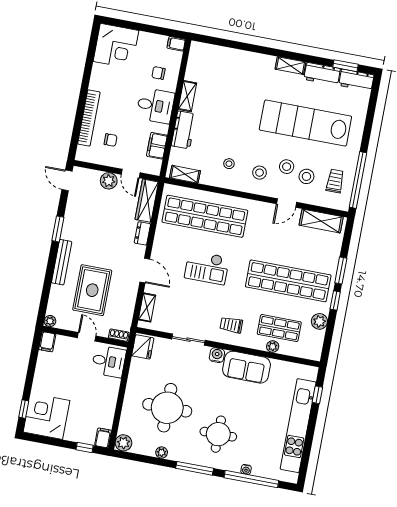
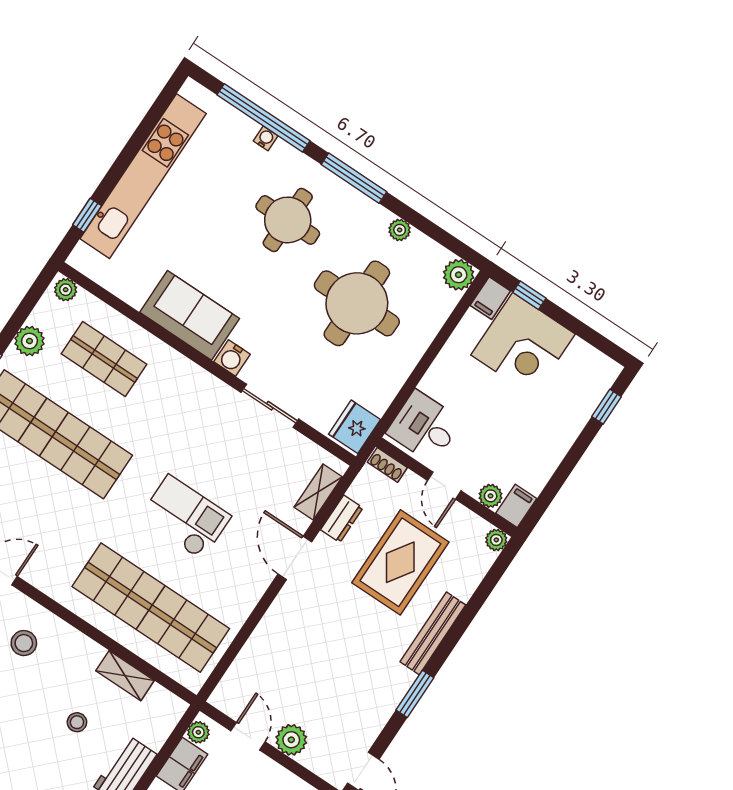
stool: (229, 164) -> (77, 722), moved
plant: (156, 165) -> (198, 732), added
shelving: (185, 174) -> (125, 676), moved
wardrobe: (147, 201) -> (240, 677), removed
dresser: (142, 233) -> (342, 519), moved
trolley: (231, 325) -> (185, 400), removed
plant: (62, 341) -> (491, 496), added
plant: (273, 346) -> (66, 290), moved
corner desk: (47, 416) -> (523, 345), moved

